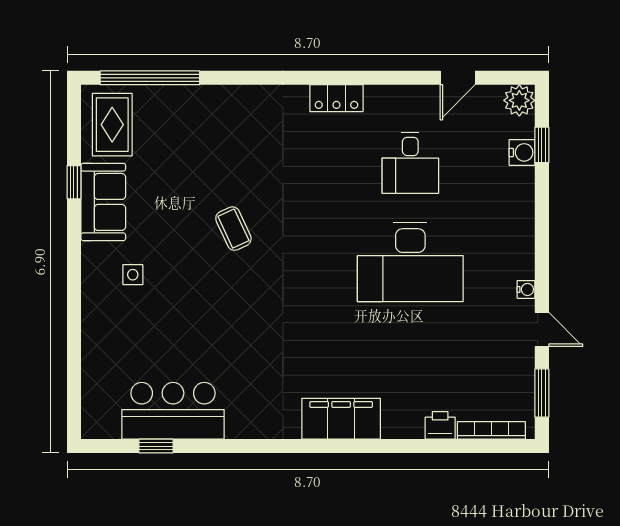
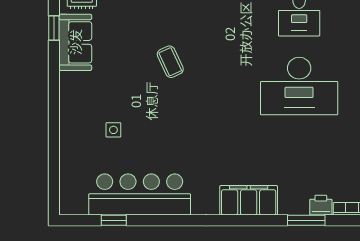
side table: (133, 275) -> (113, 130), moved
bar counter: (173, 411) -> (140, 194), width x1.36
window: (420, 446) -> (306, 220), added

